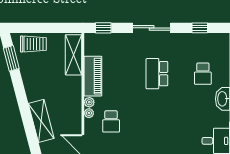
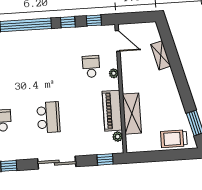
shelving: (74, 55) -> (132, 114), moved
plant: (89, 102) -> (118, 137), moved
shelving: (41, 121) -> (161, 55), width x0.67, depth x0.75

